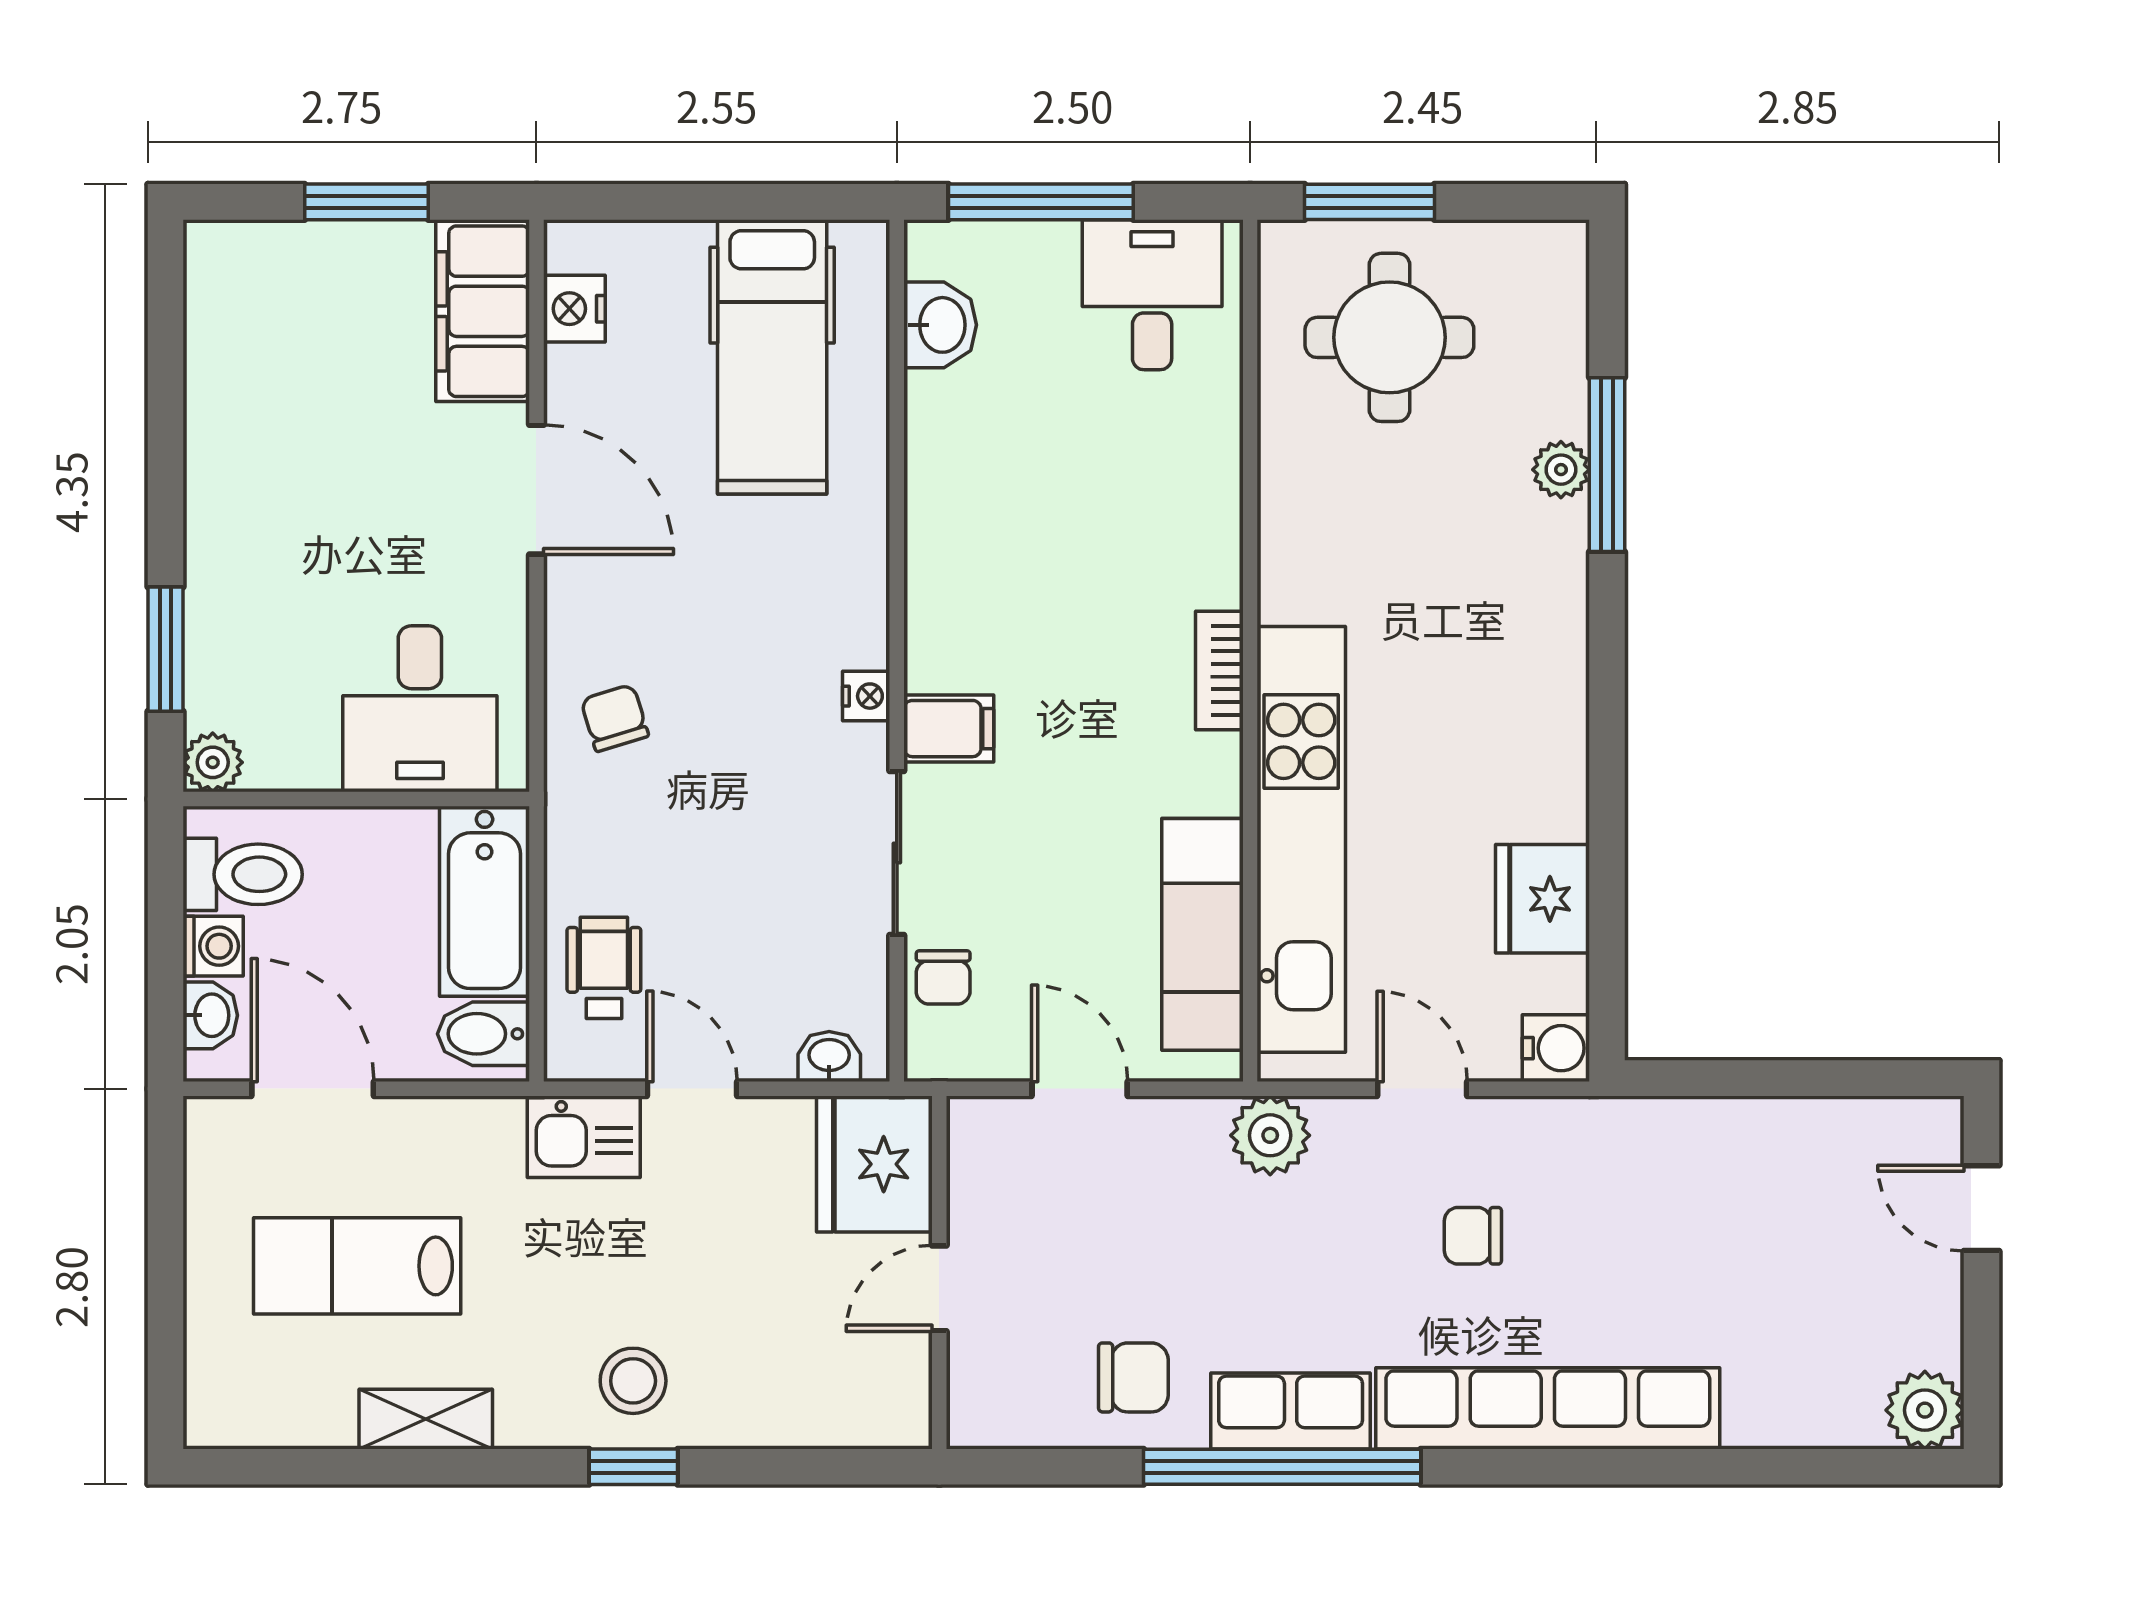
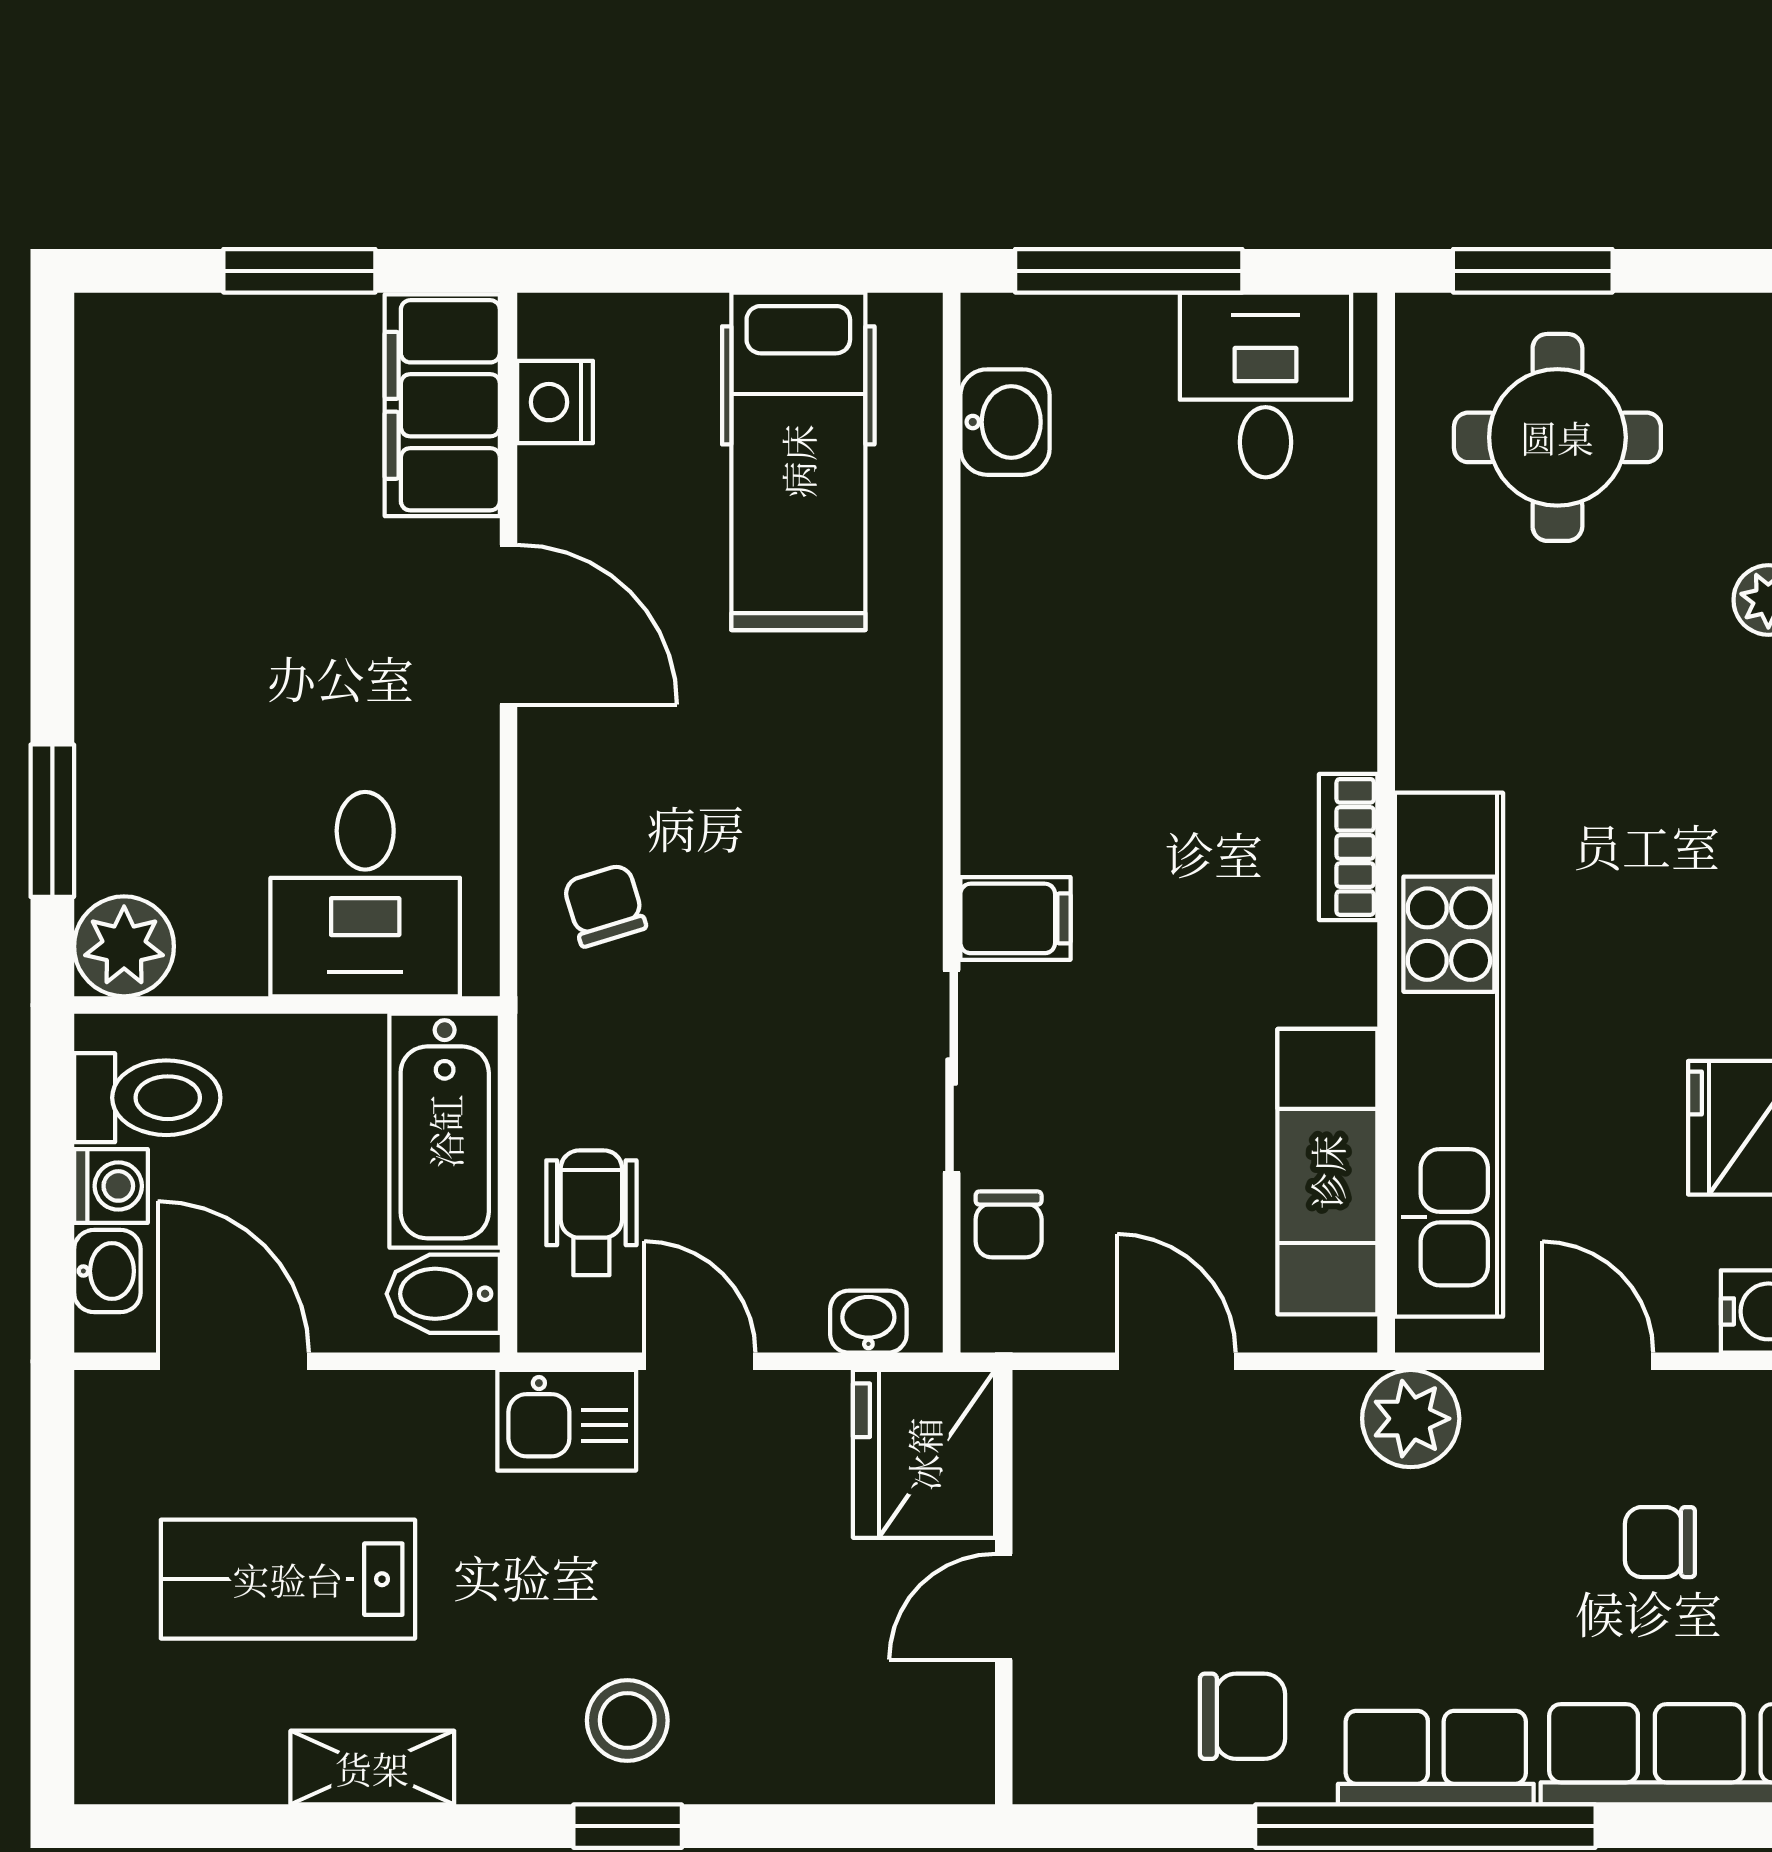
nightstand: (866, 696) -> (914, 878), removed
plant: (213, 762) -> (124, 946), width x1.38, depth x1.38

